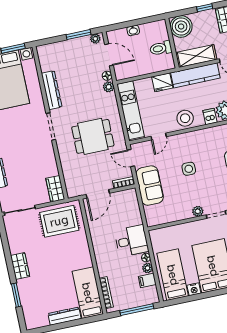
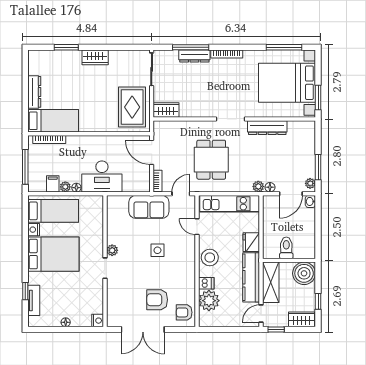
washbasin: (133, 30) -> (310, 201), moved
desk: (132, 241) -> (102, 176), width x1.37

